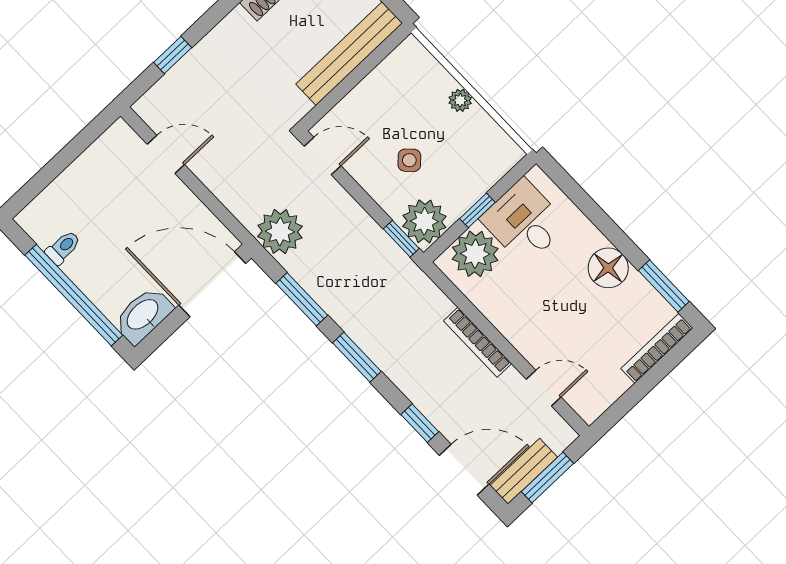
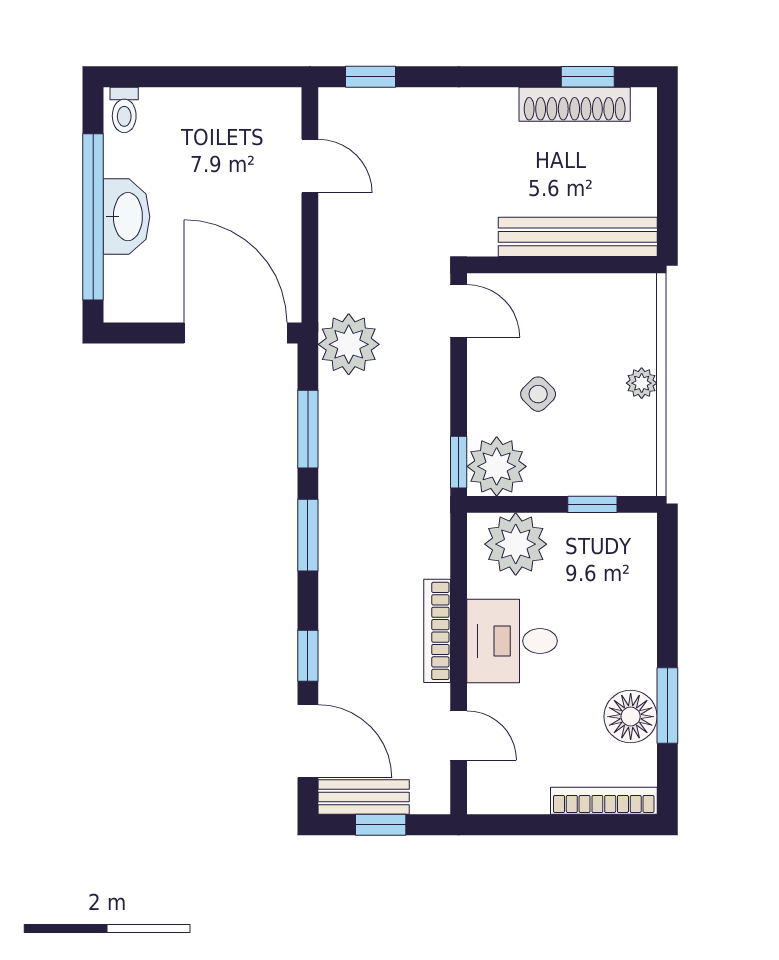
window: (173, 55) -> (371, 77), moved
window: (477, 210) -> (592, 504), moved
desk: (524, 222) -> (512, 641), moved, turned -90
toilet: (63, 247) -> (124, 110), moved, turned 90
floor lamp: (608, 268) -> (631, 717), moved
window: (664, 286) -> (667, 706), moved
washbasin: (143, 315) -> (126, 217), moved, turned 90
window: (547, 477) -> (381, 825), width x0.67

